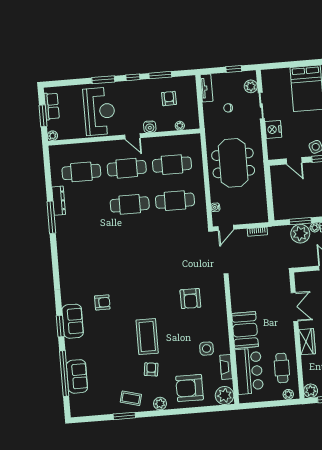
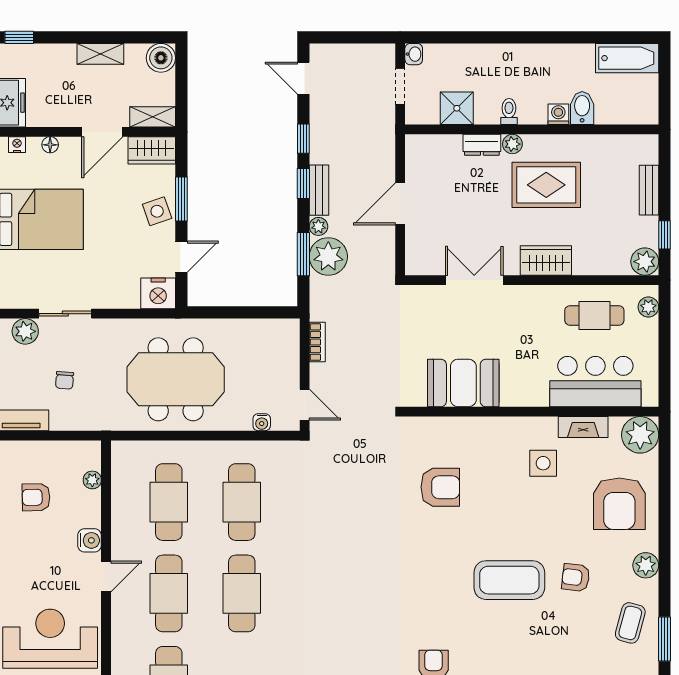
nightstand: (273, 129) -> (158, 293), moved
booth: (245, 330) -> (463, 383), moved

